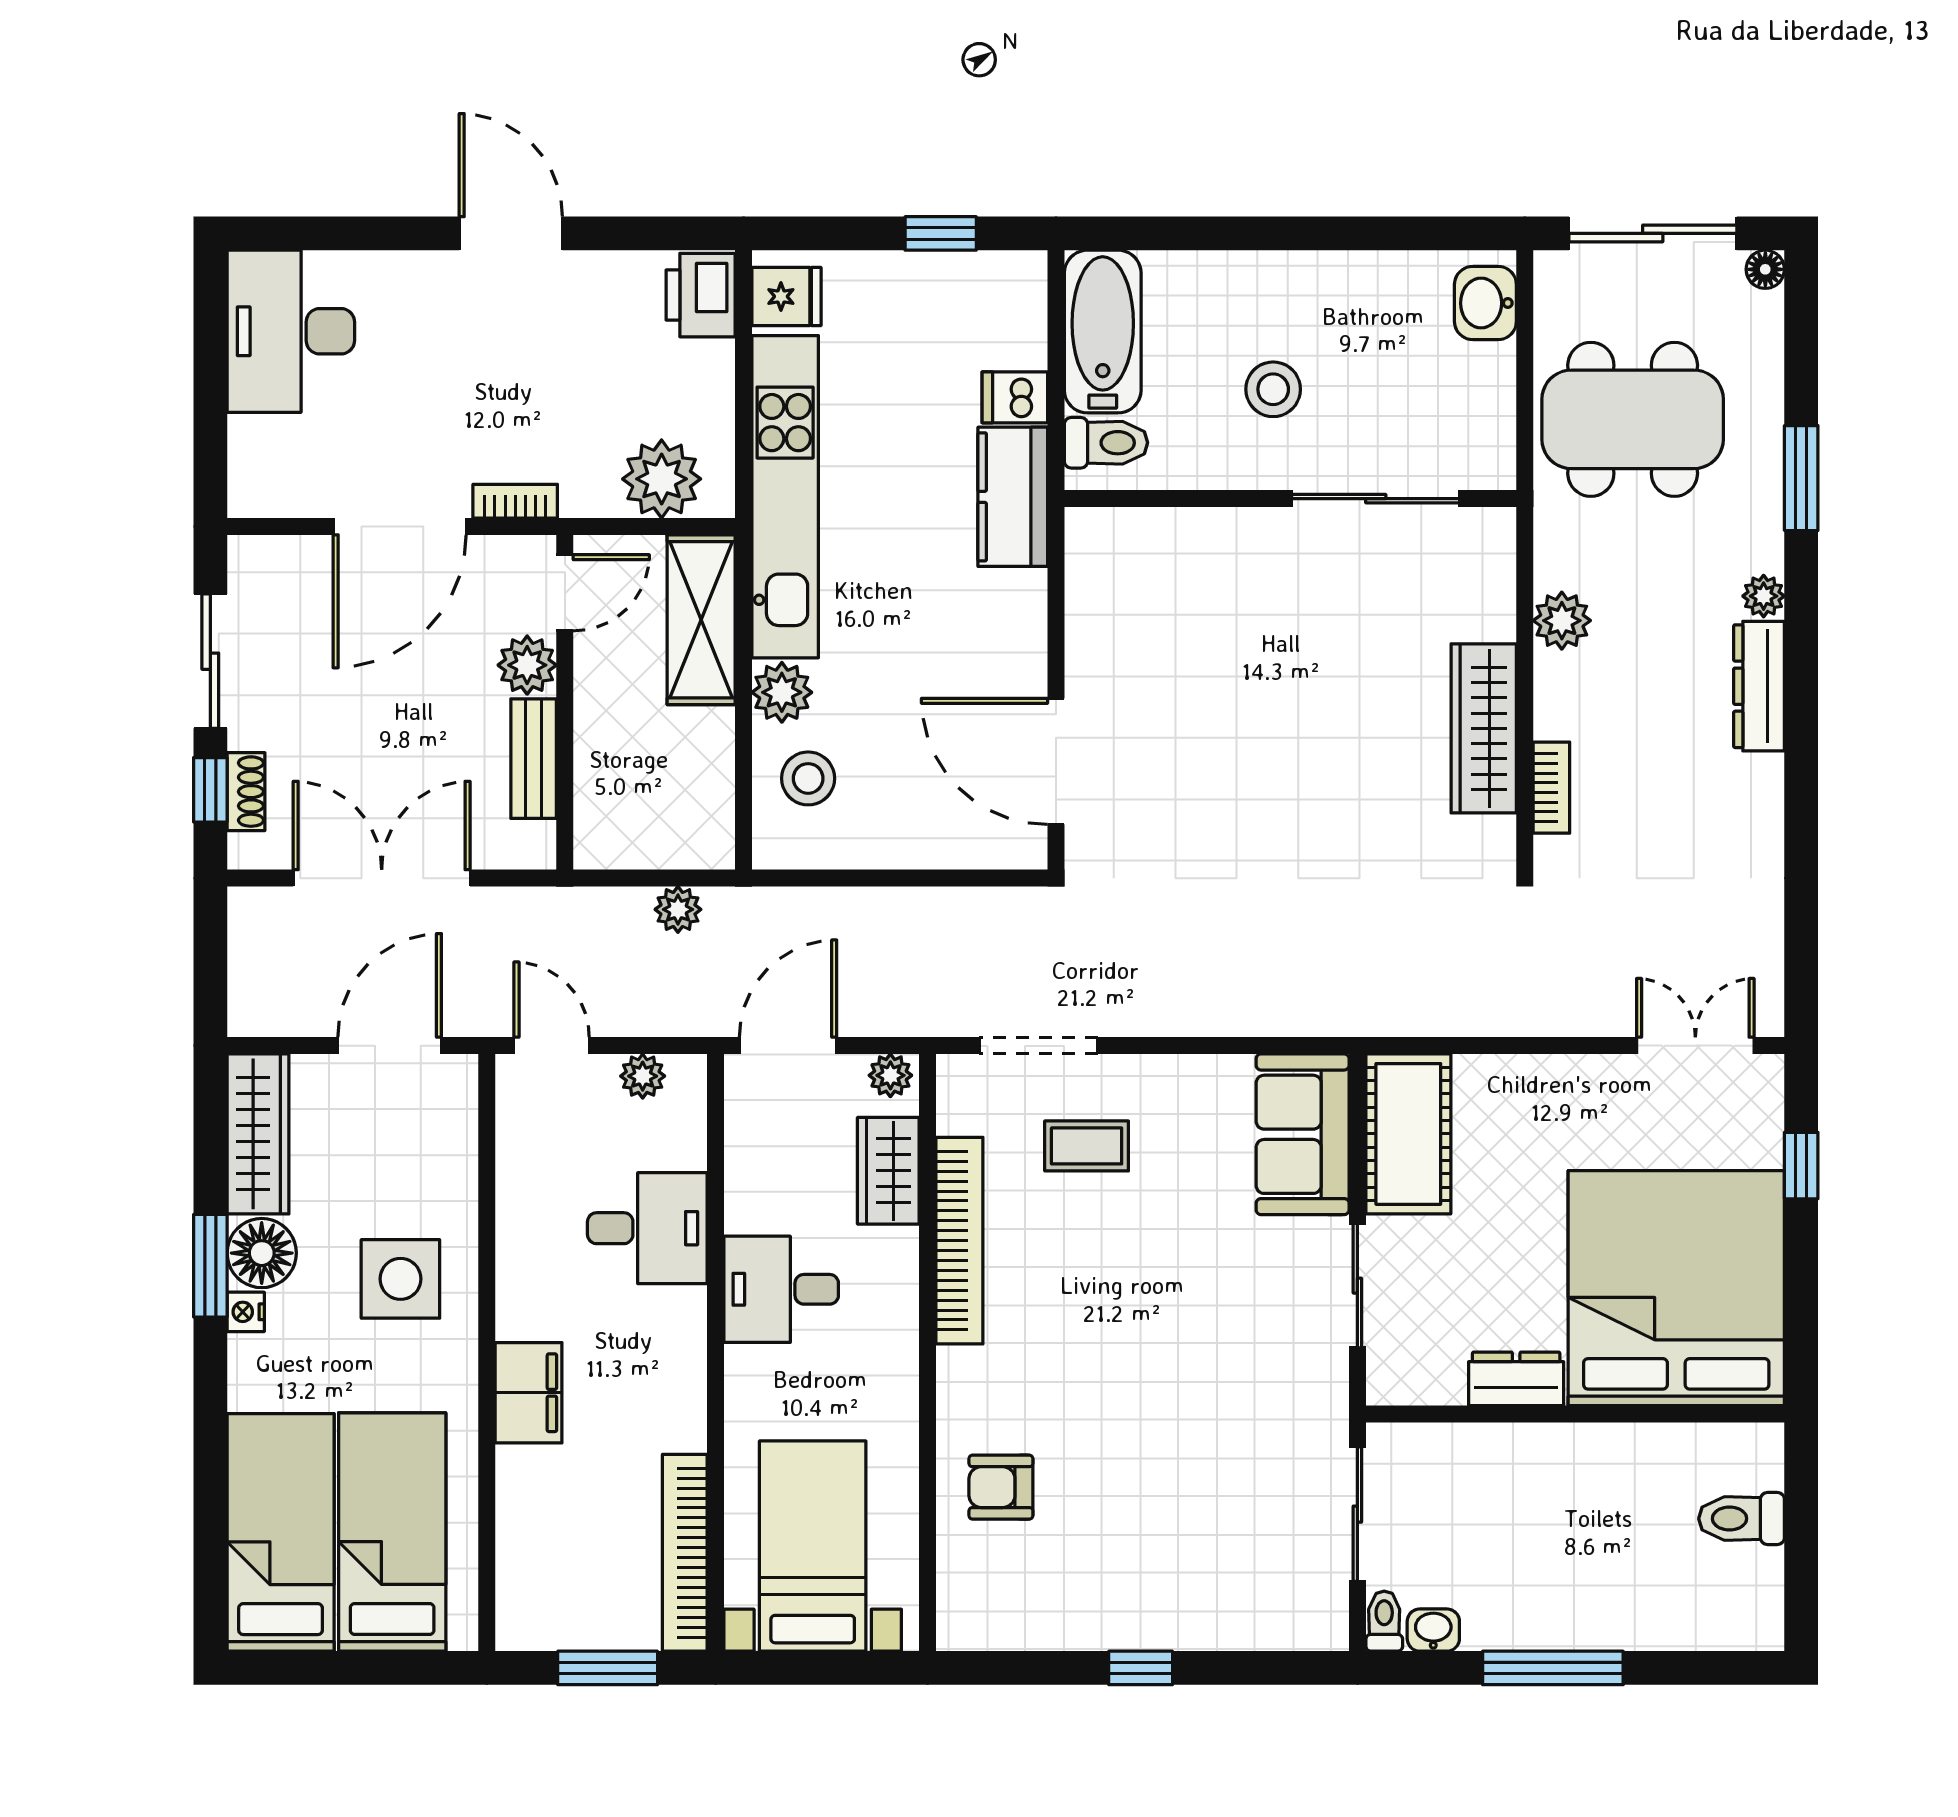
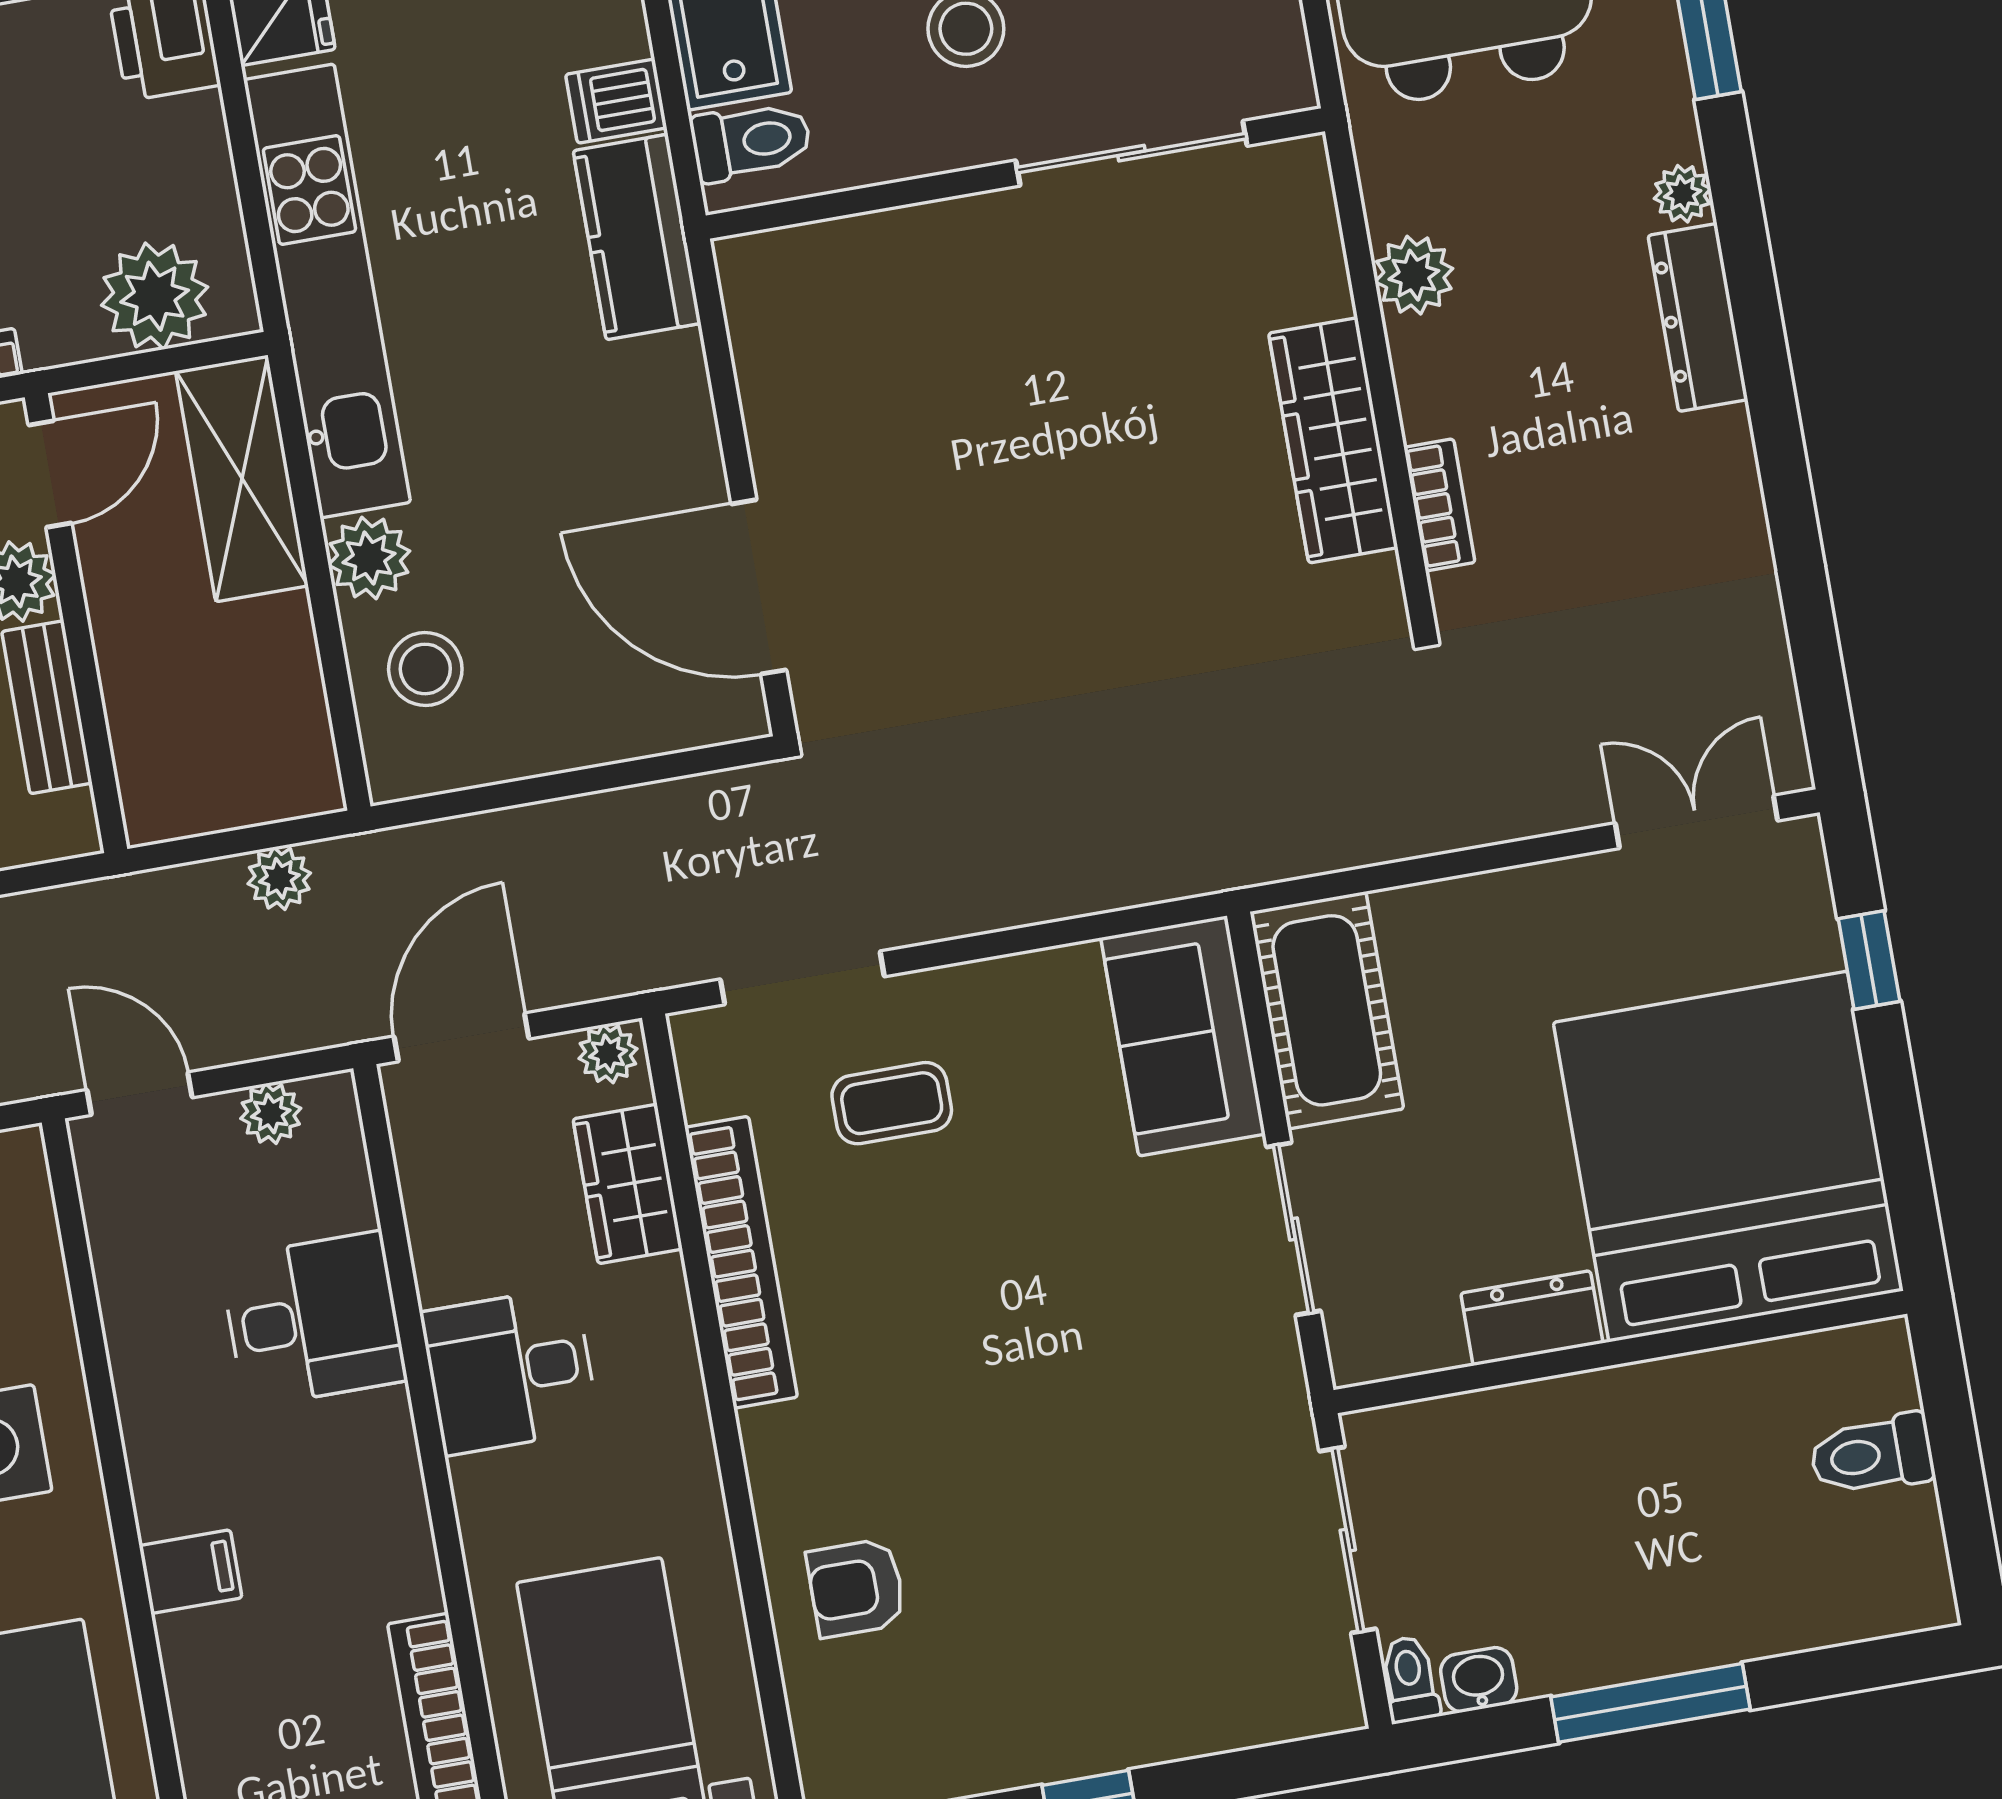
filing cabinet: (528, 1393) -> (191, 1572), width x0.50

